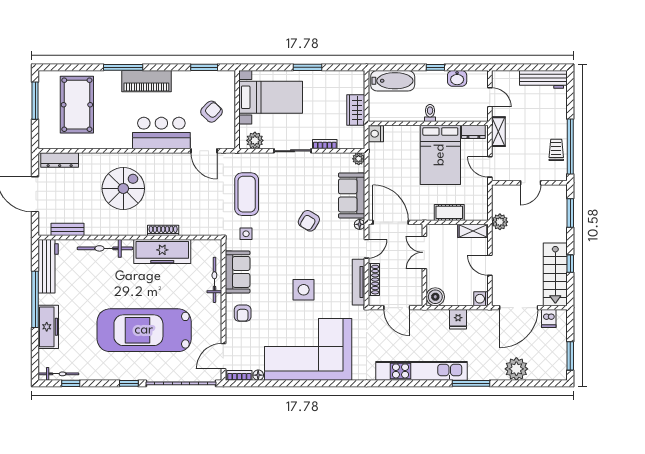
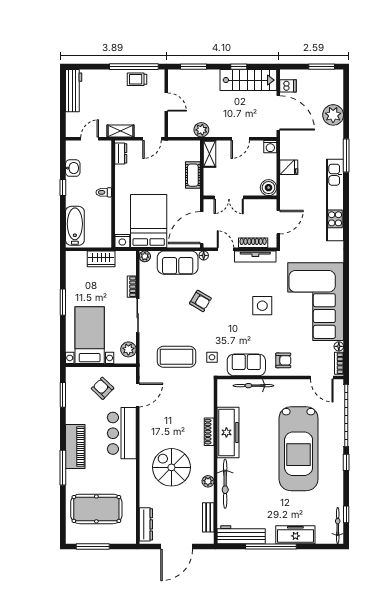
bed: (440, 155) -> (149, 221), moved, turned -90
plant: (108, 229) -> (208, 481), added

